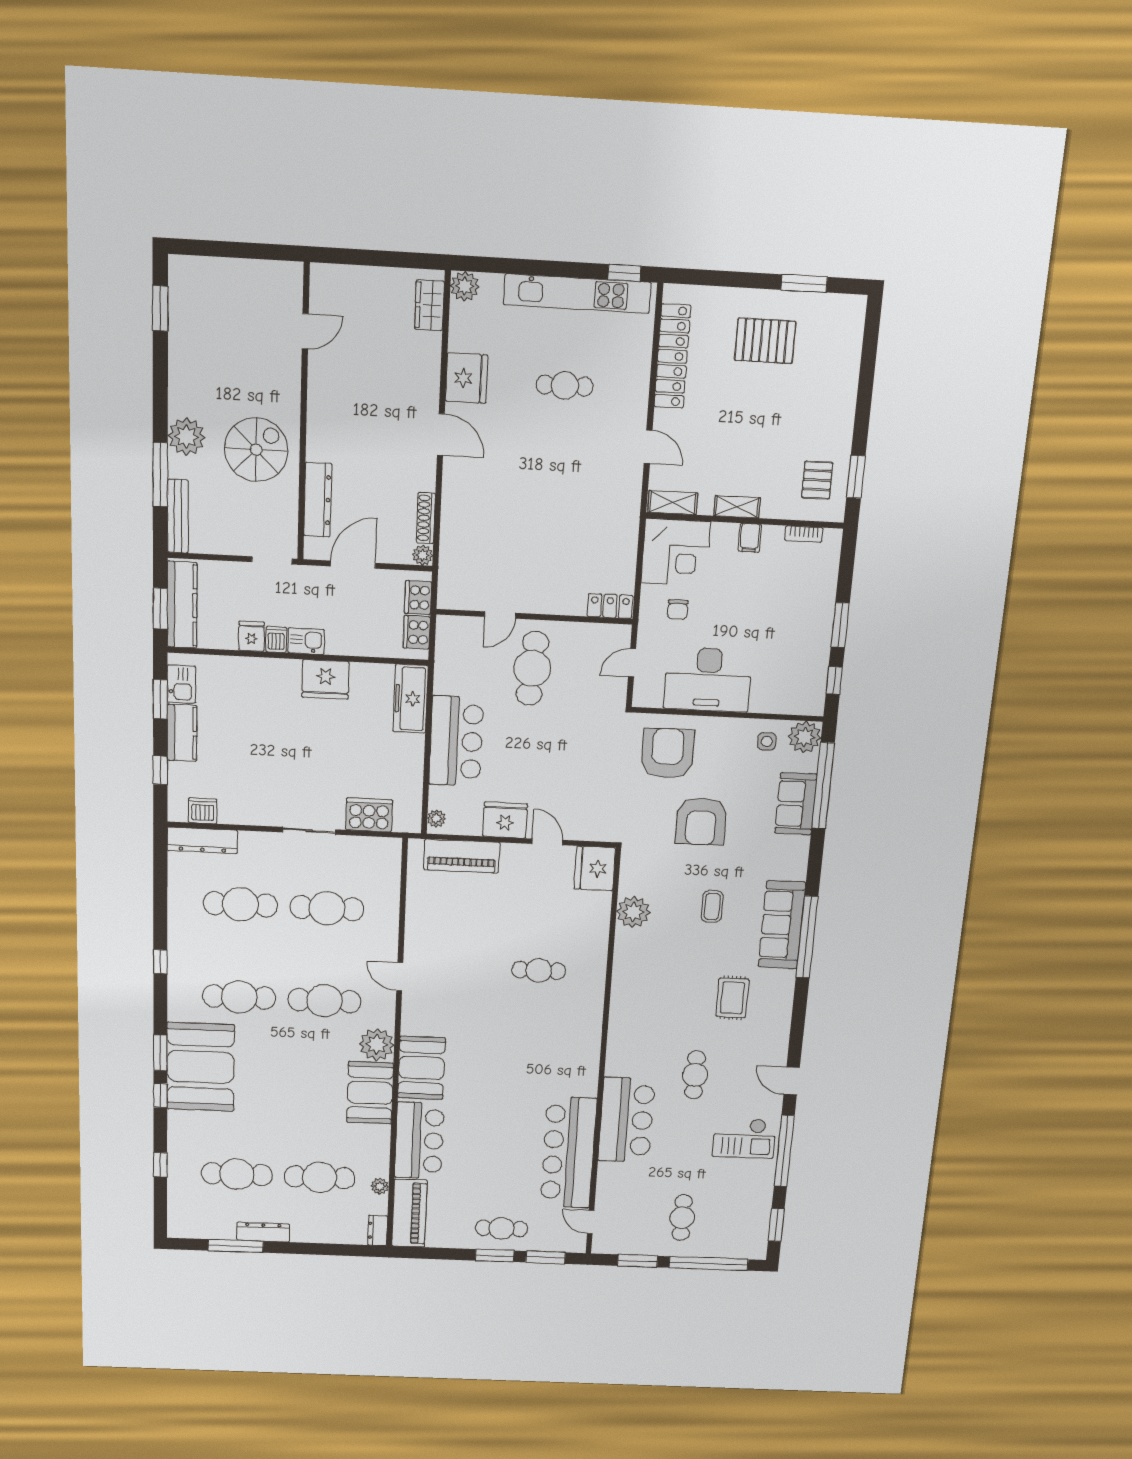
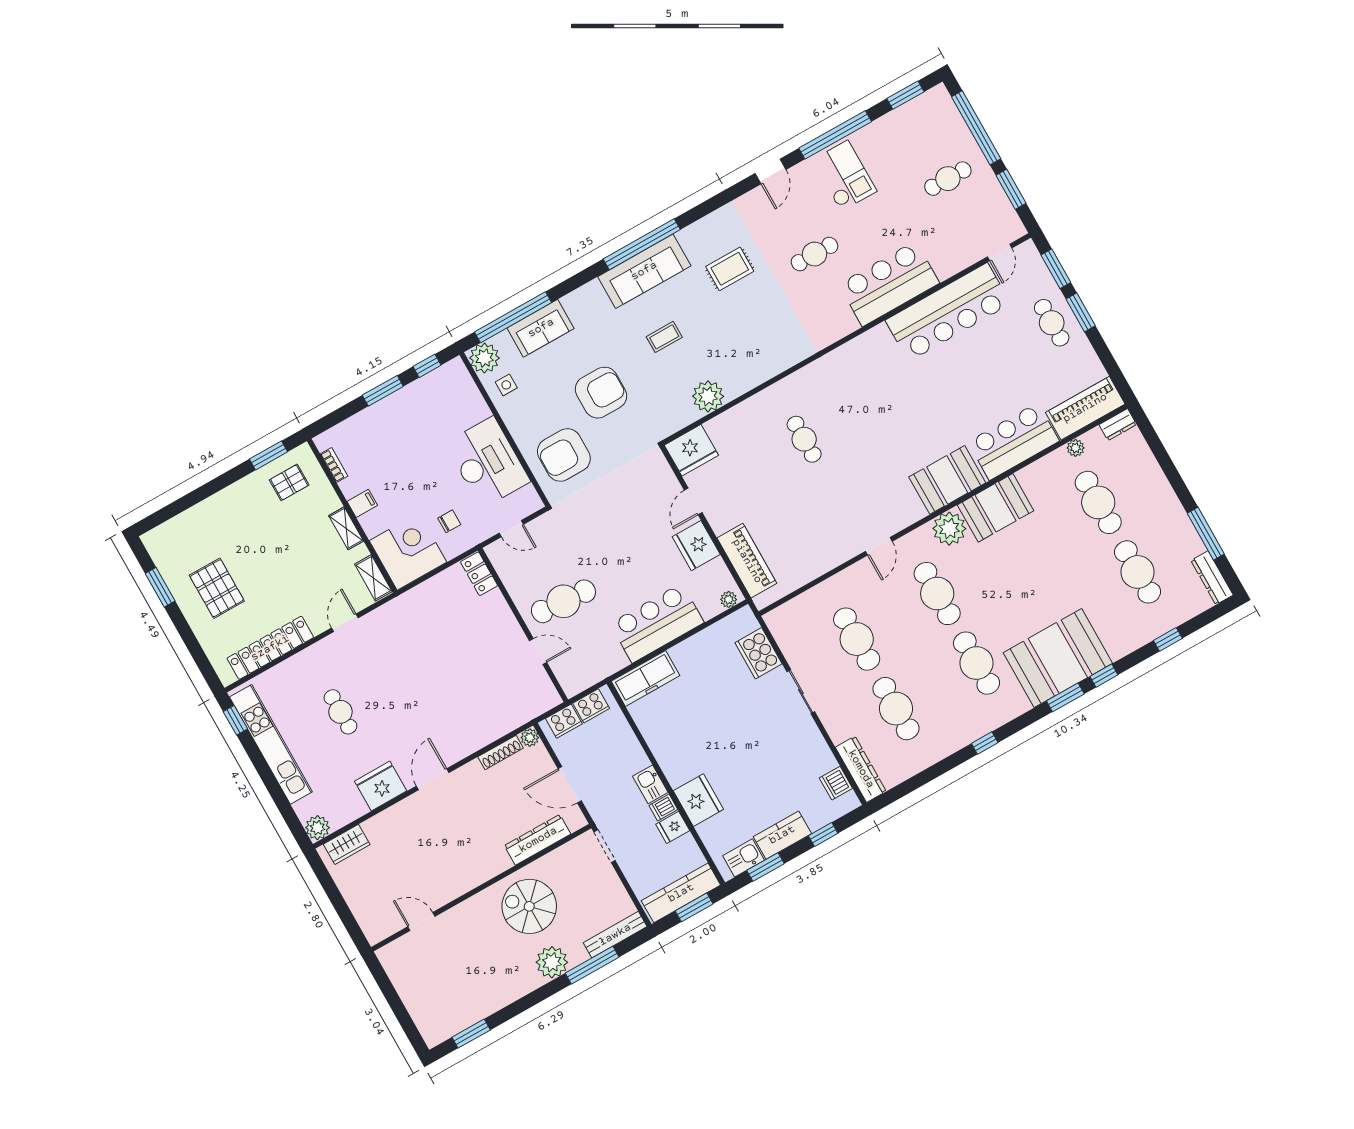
fridge: (325, 679) -> (698, 800), moved
dresser: (263, 1232) -> (1212, 578), moved

